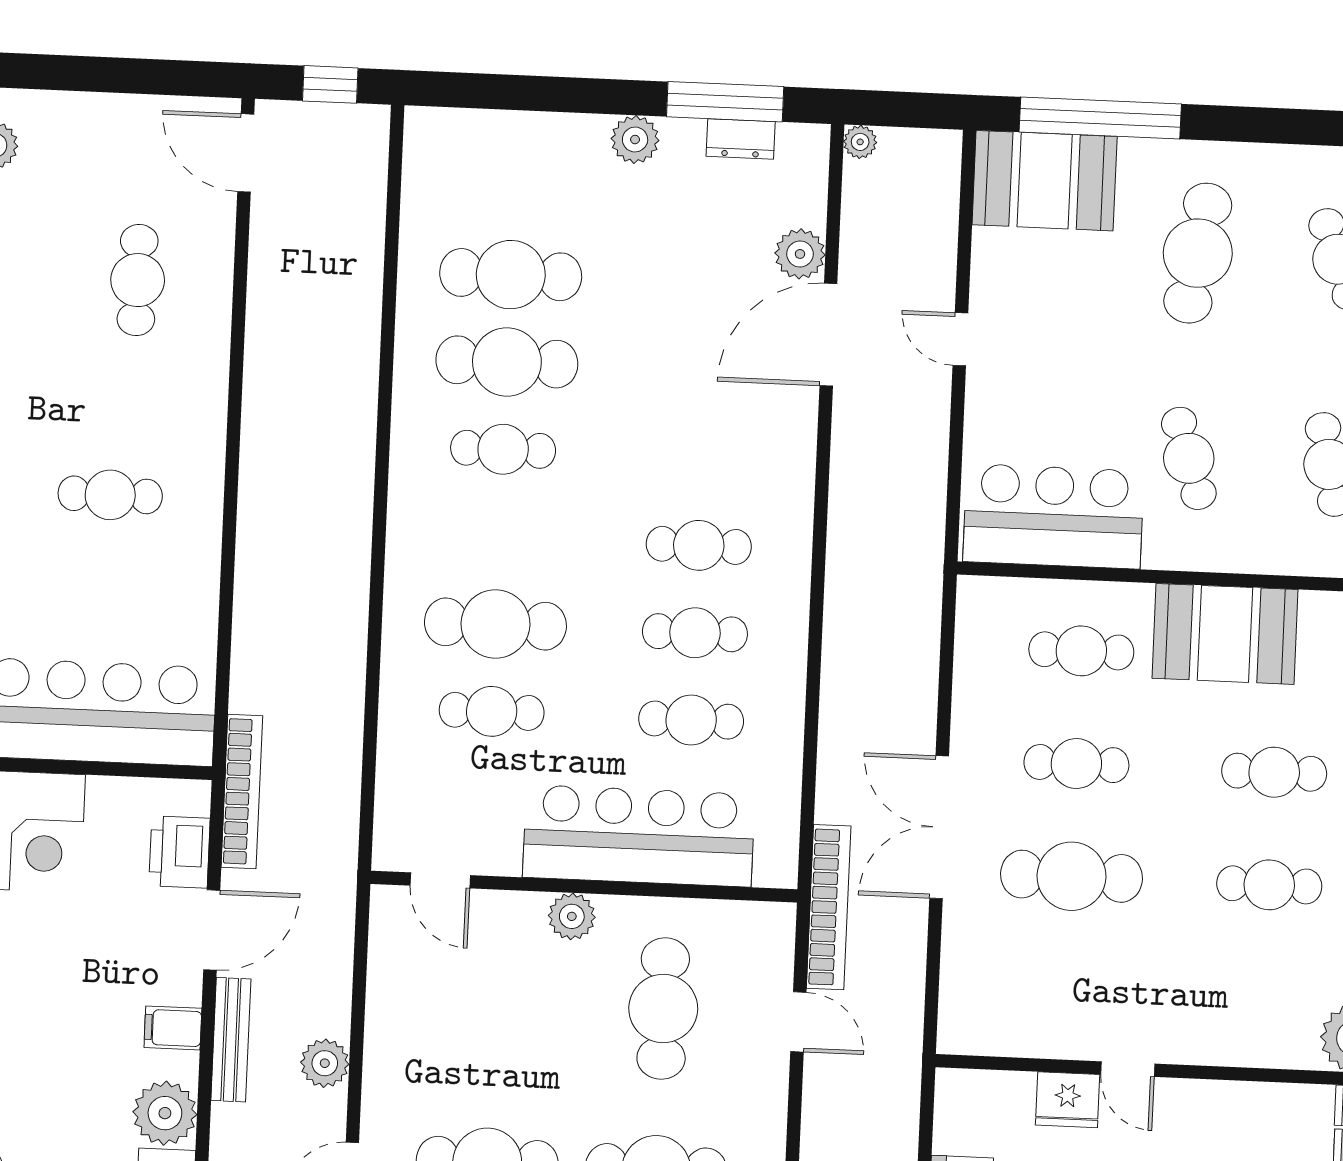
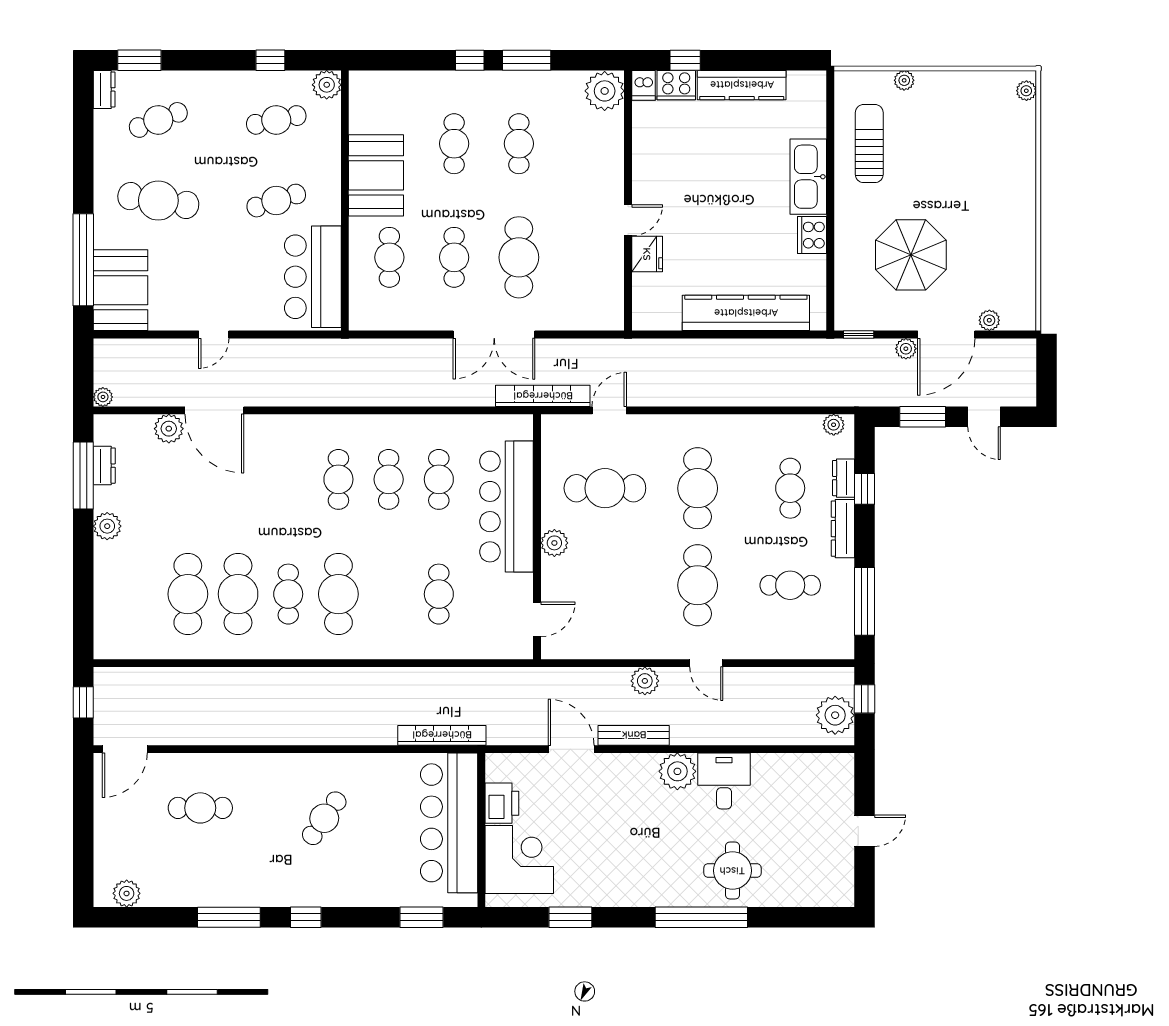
cafe table: (110, 495) -> (324, 818), turned 35
cafe table: (495, 624) -> (338, 594), moved
bookcase: (242, 791) -> (442, 735), moved
printer: (179, 852) -> (502, 803), moved, turned -90
filing cabinet: (173, 1028) -> (628, 769), removed

